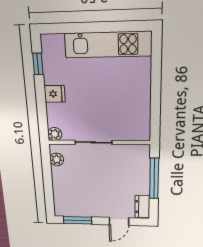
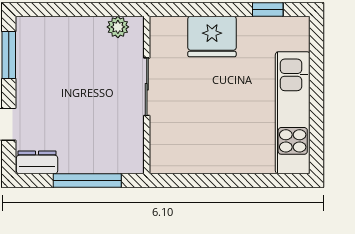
fridge: (55, 94) -> (212, 36), width x1.88, depth x1.34
plant: (55, 134) -> (160, 27), removed

